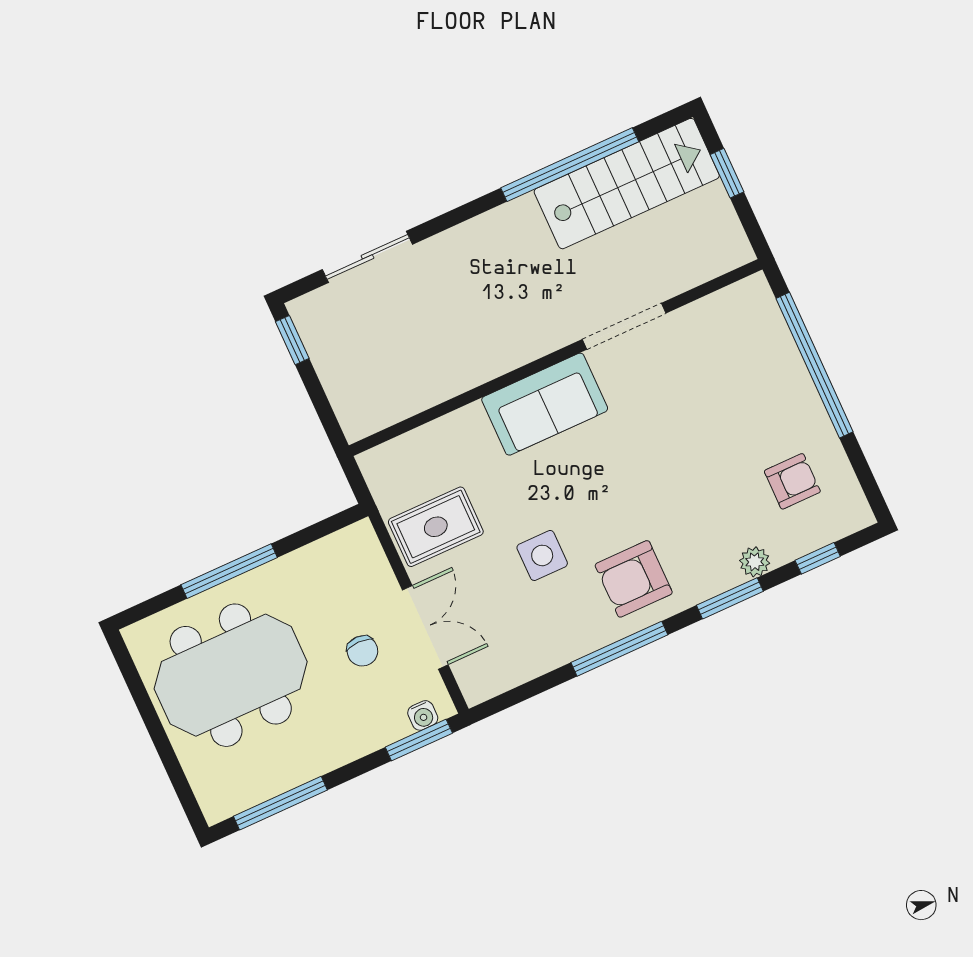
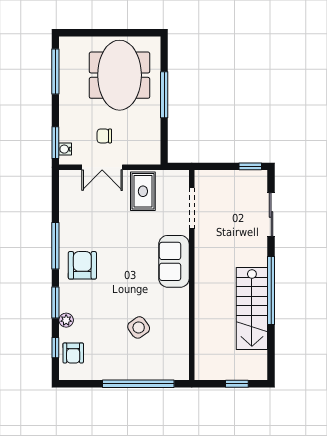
window: (570, 165) -> (271, 290), moved
stairs: (627, 184) -> (252, 309), moved
doorway: (624, 326) -> (192, 208), moved
armchair: (792, 481) -> (73, 353), moved
side table: (542, 555) -> (139, 327), moved, turned -36

